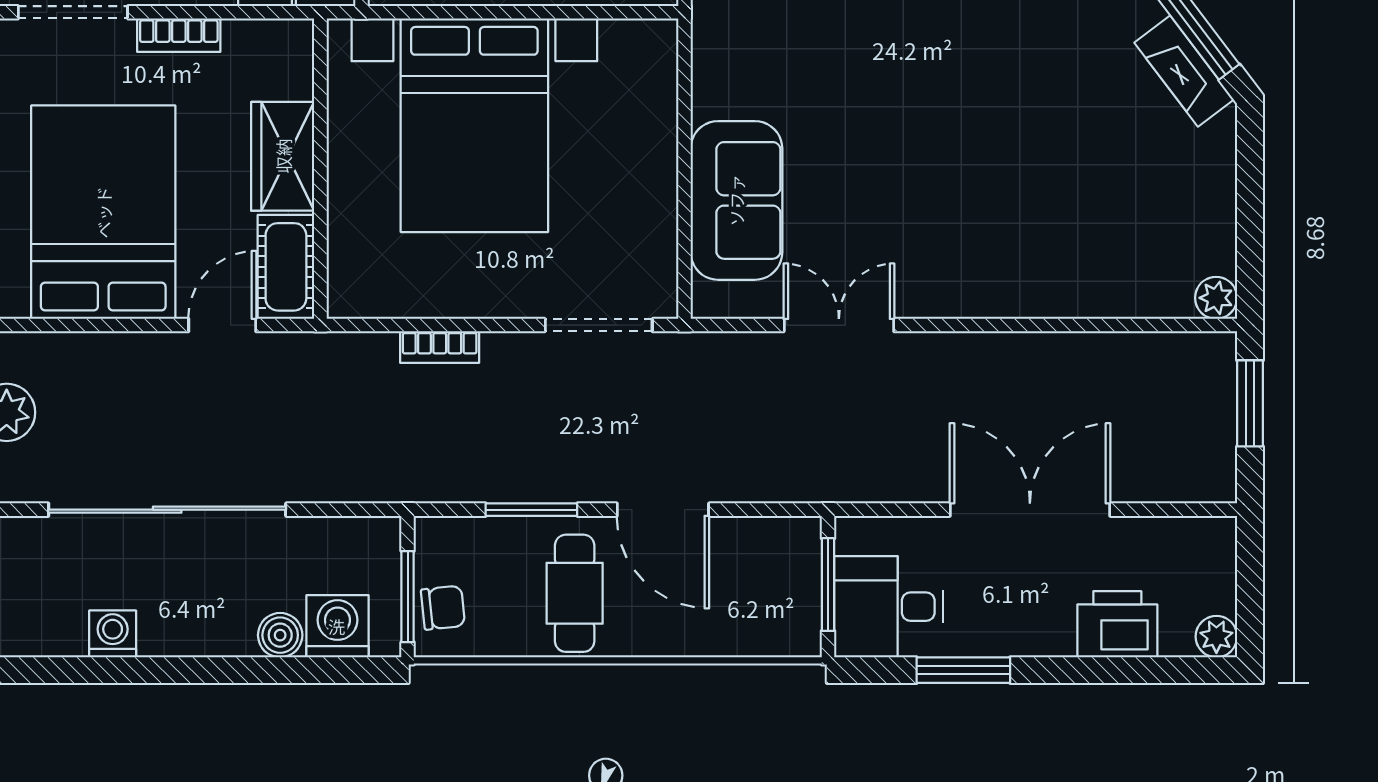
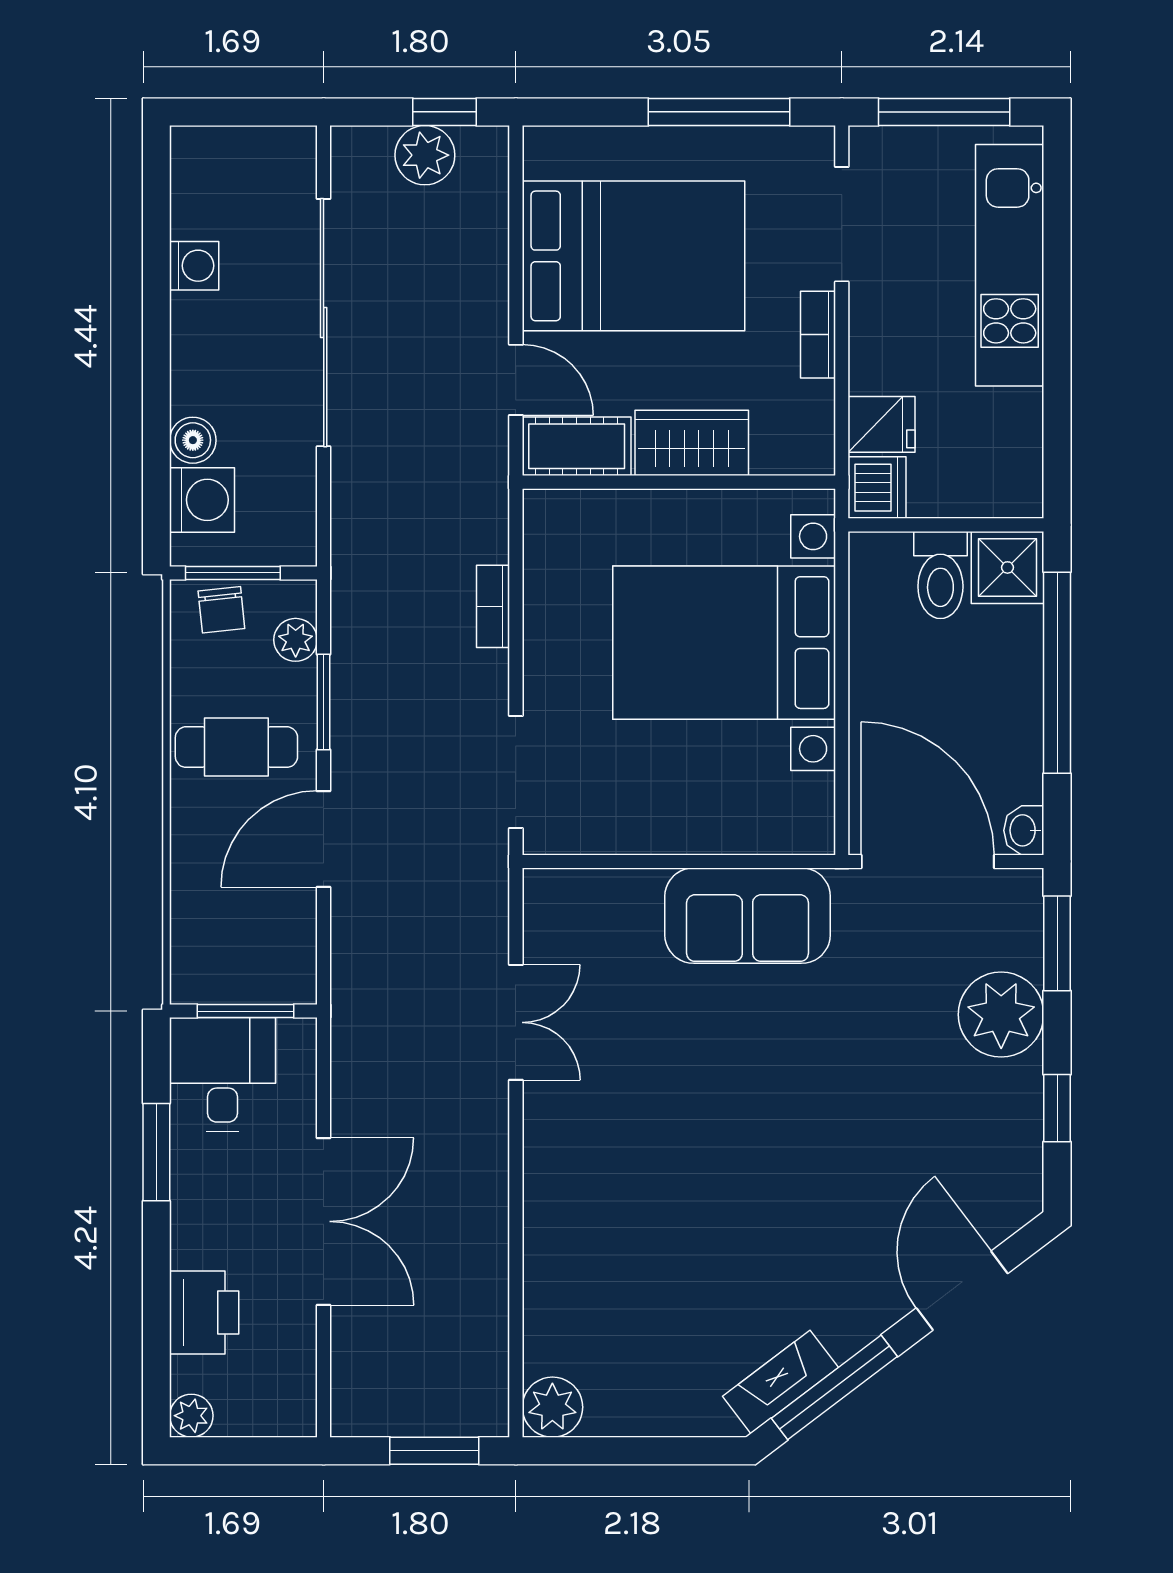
sofa: (736, 200) -> (748, 916), moved
plant: (1216, 298) -> (552, 1407), width x1.38, depth x1.38
plant: (472, 537) -> (296, 640), added

